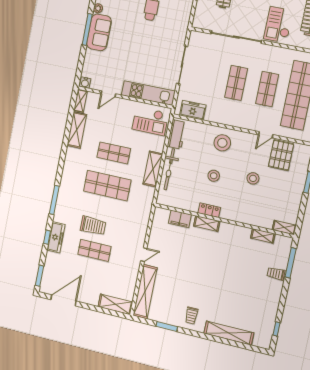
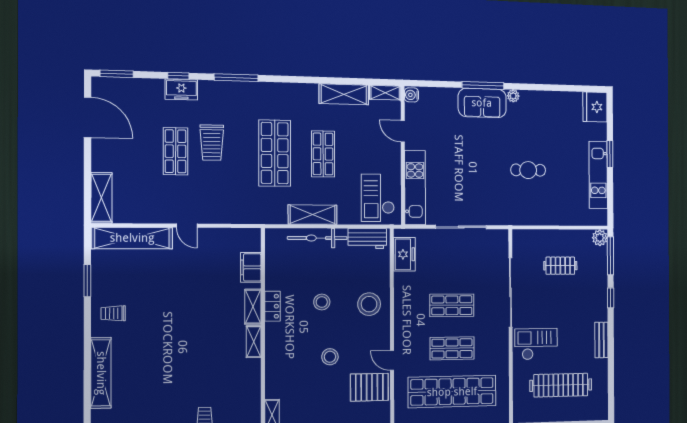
shelving: (263, 236) -> (254, 342), moved
freezer: (56, 237) -> (181, 89), width x0.71

